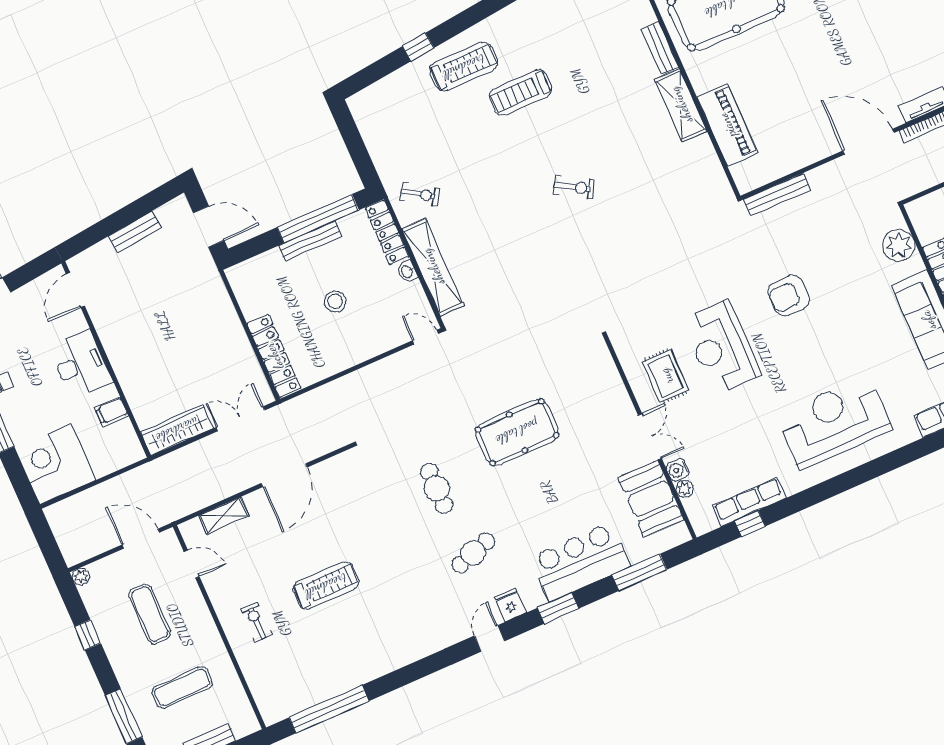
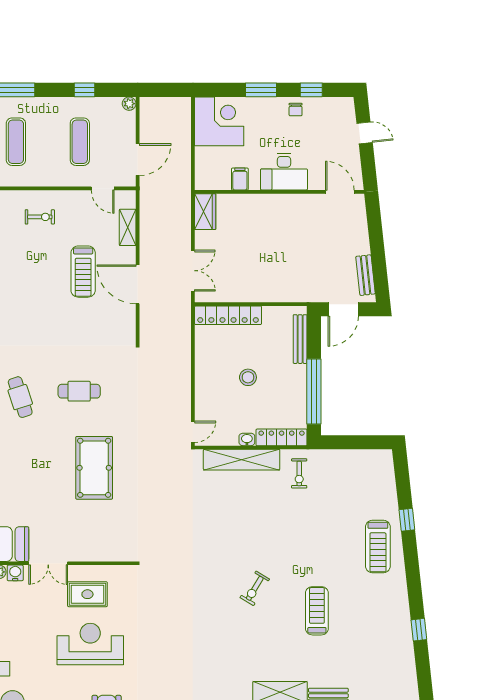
treadmill: (521, 92) -> (317, 611), moved
exercise bike: (420, 194) -> (299, 473), turned -34
bench: (135, 232) -> (366, 275), moved
bench: (310, 241) -> (300, 339), moved
wardrobe: (177, 430) -> (205, 212), width x0.67
door: (192, 564) -> (103, 188), hinge flipped
treadmill: (326, 586) -> (83, 272), moved
exercise mat: (150, 614) -> (80, 142), turned 90

